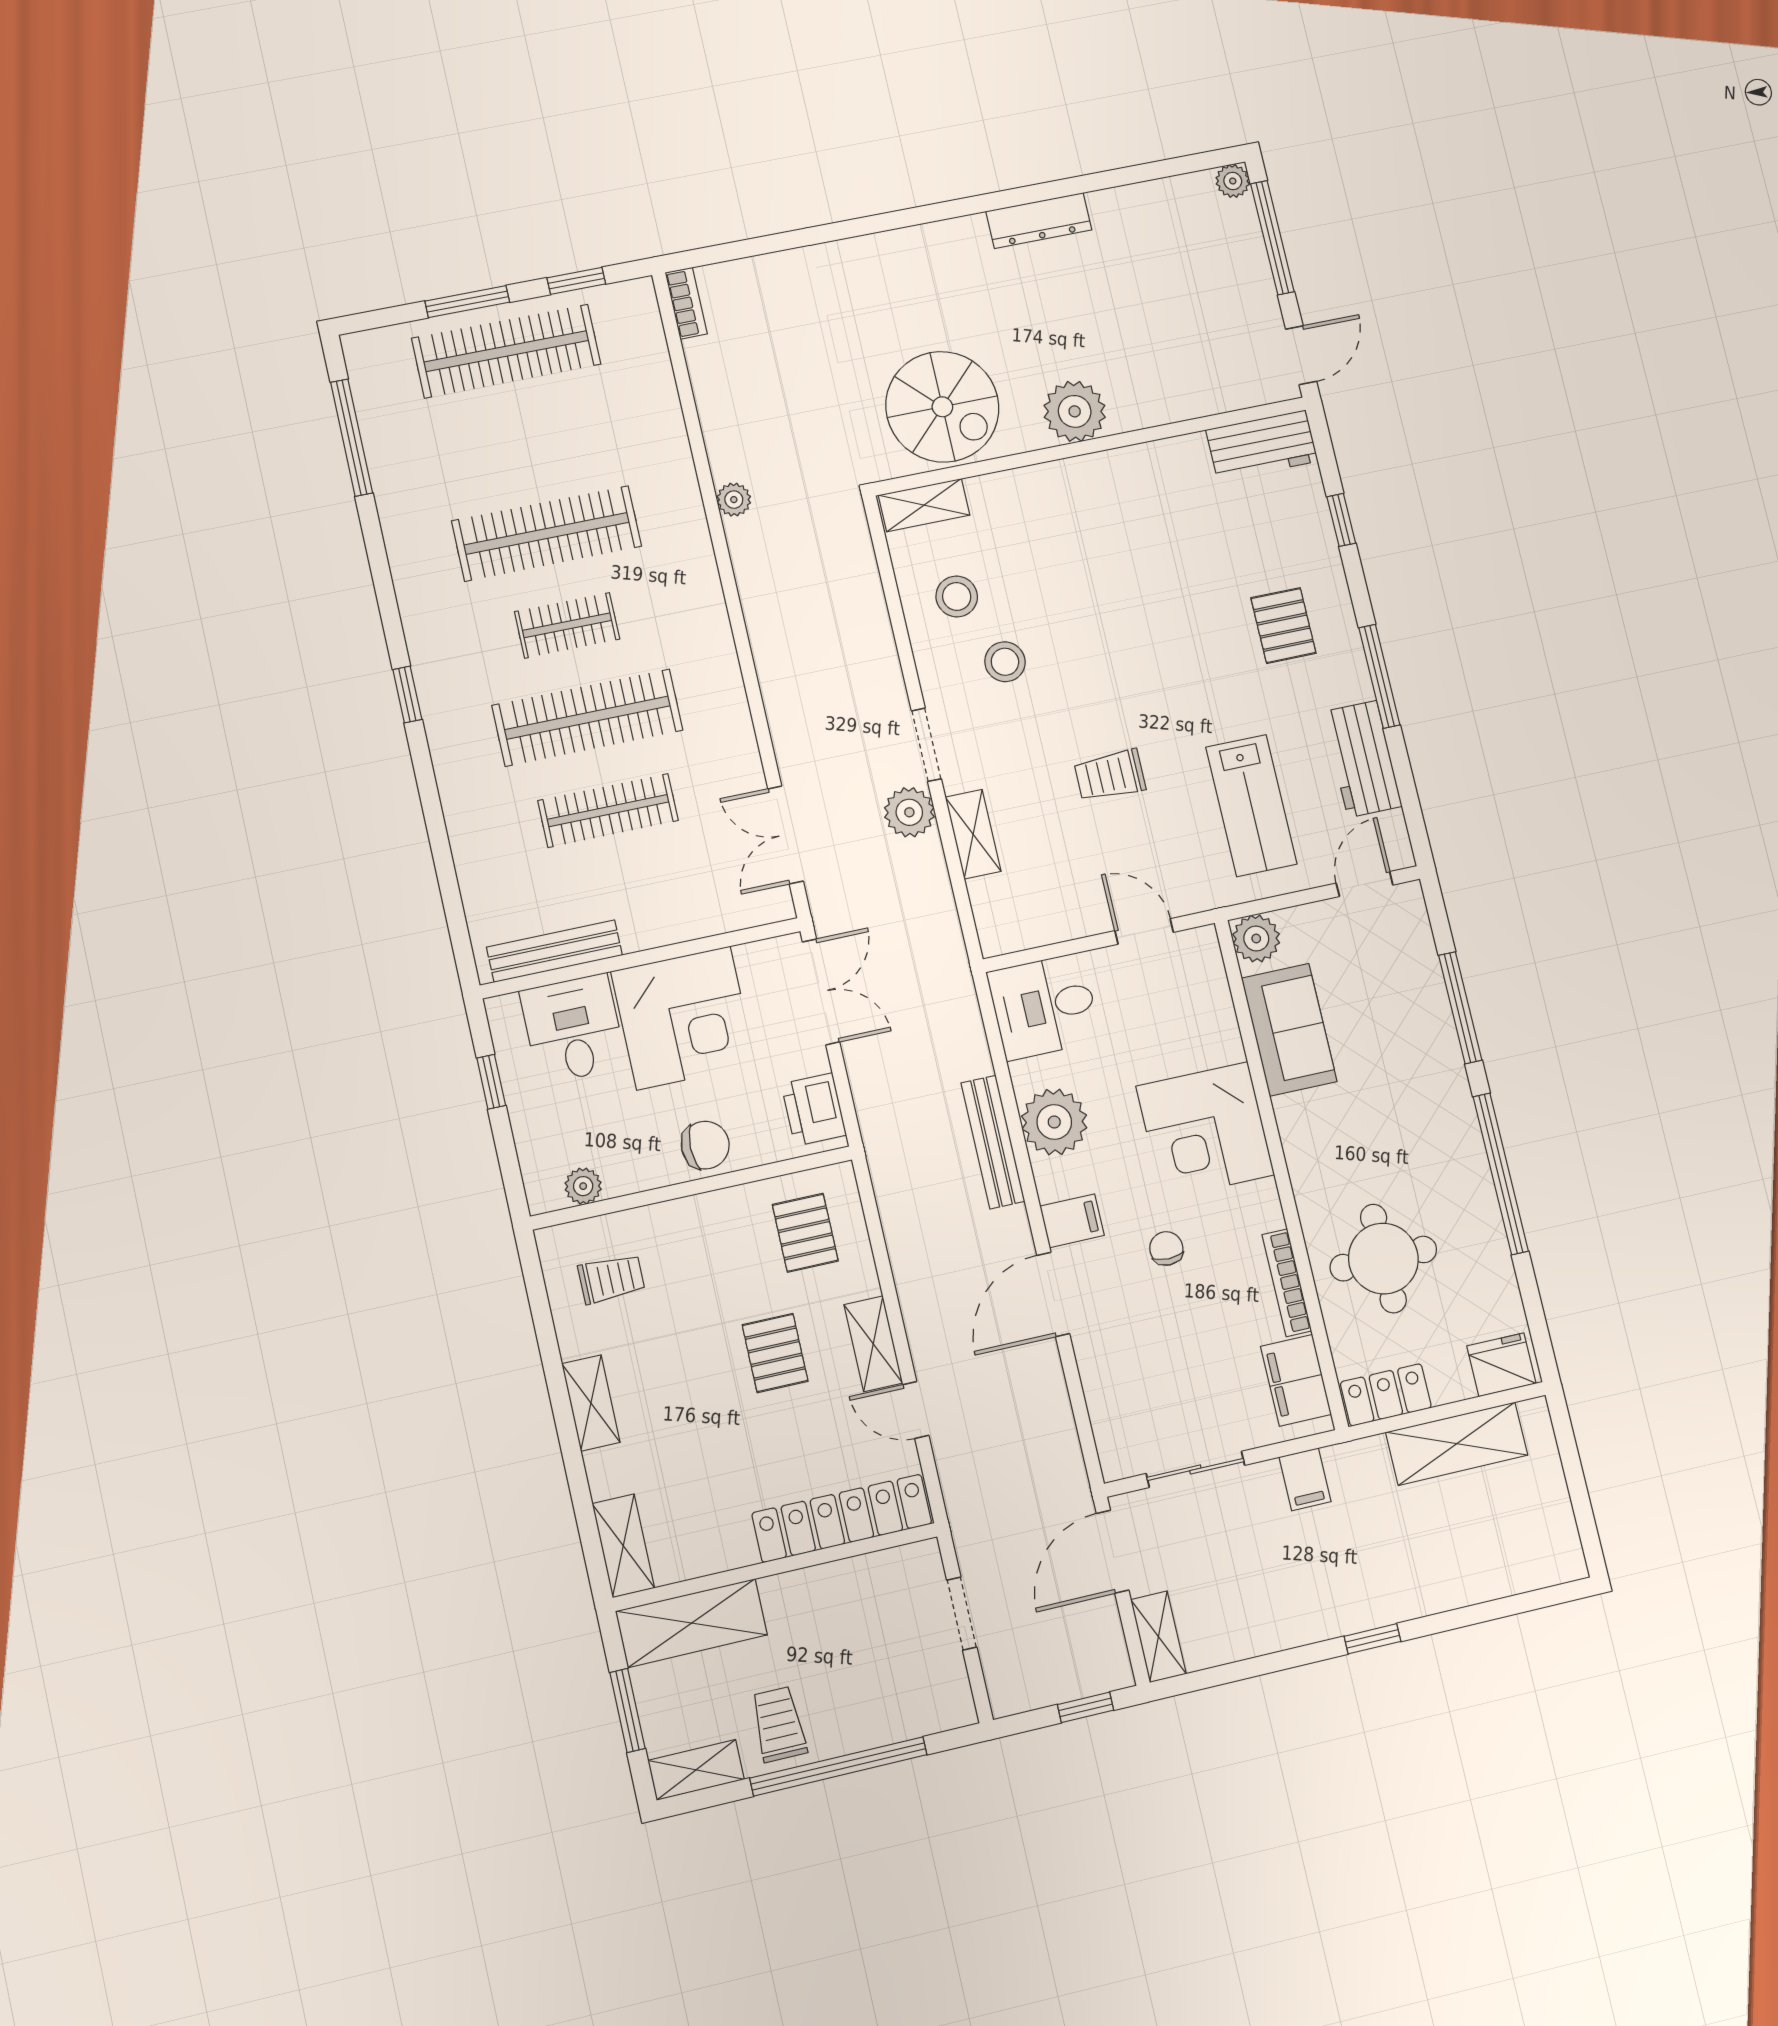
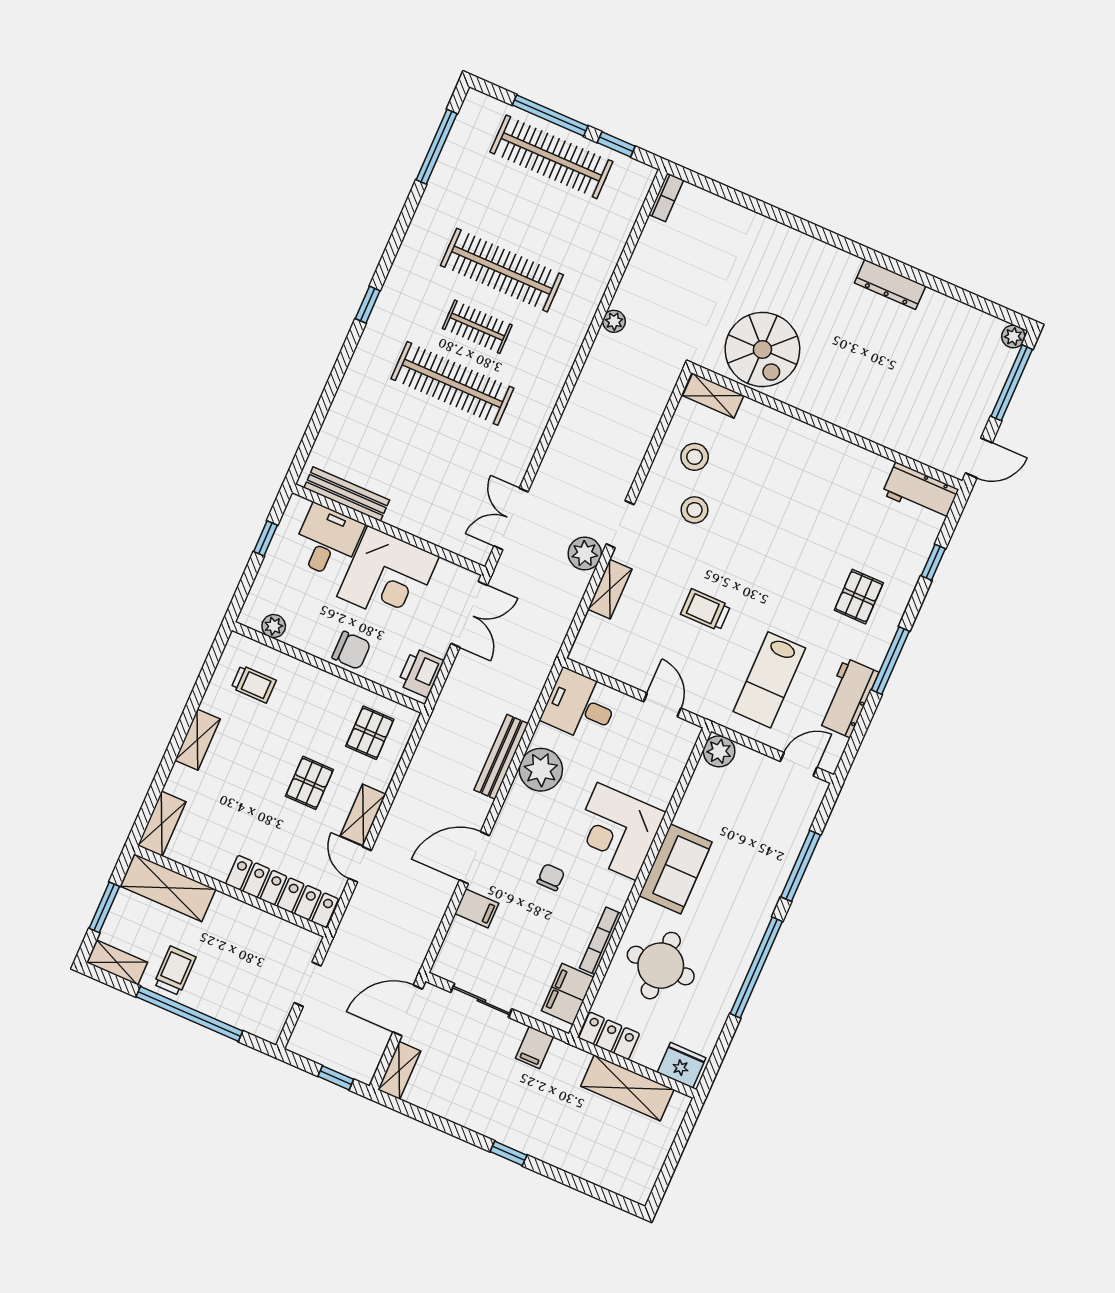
window: (467, 302) -> (550, 115), width x1.44
plant: (1075, 411) -> (832, 402), removed
clothes rail: (608, 811) -> (428, 440), removed
sofa: (1289, 1030) -> (676, 869), moved
filing cabinet: (1072, 1221) -> (477, 908), moved

